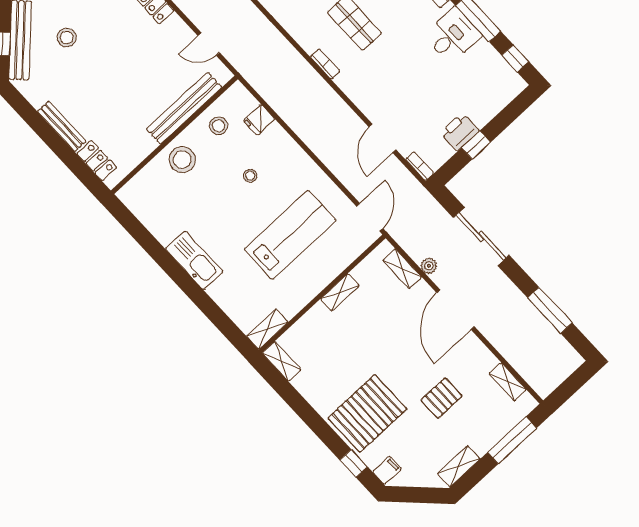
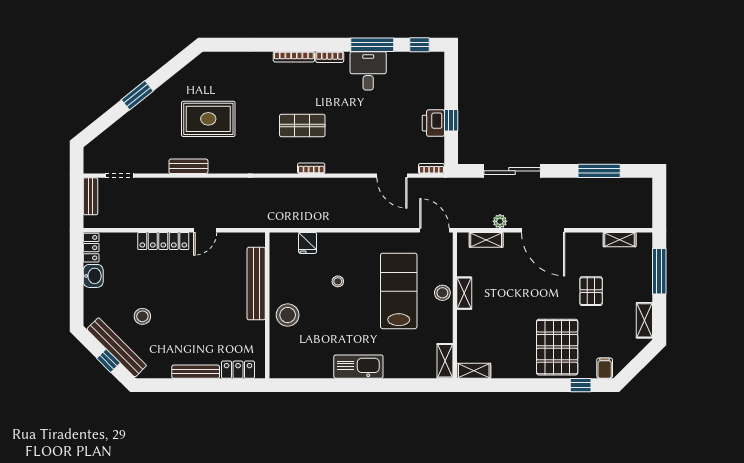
door: (209, 44) -> (205, 230), moved
stool: (218, 126) -> (442, 293), moved

